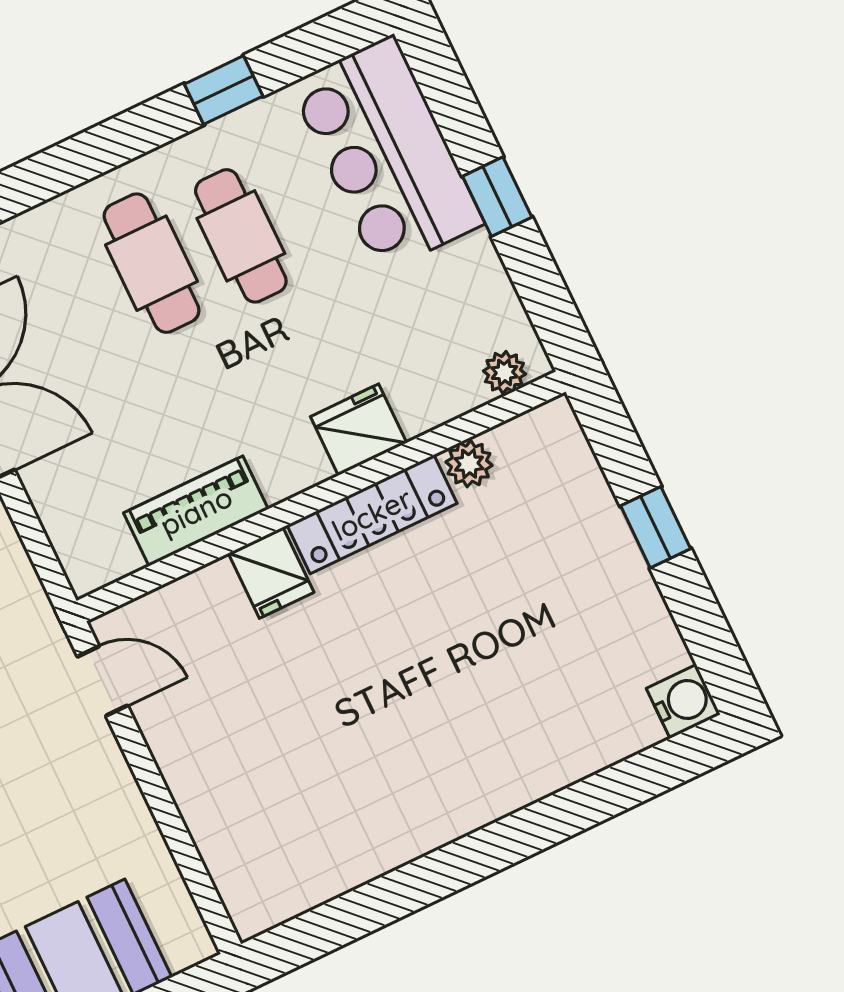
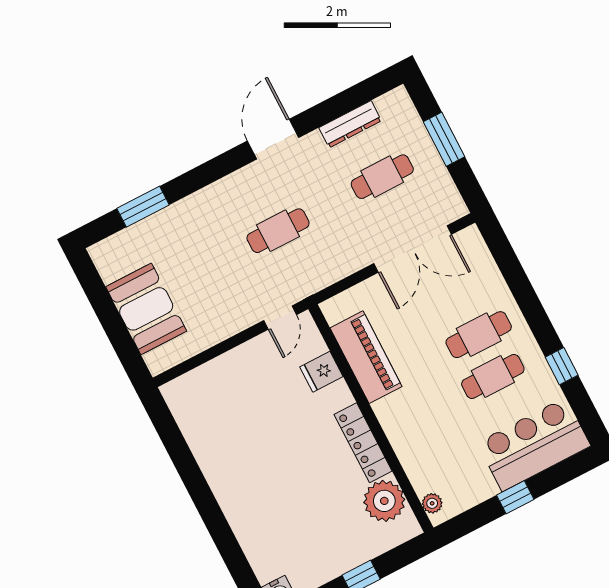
fridge: (359, 430) -> (403, 435), removed
plant: (469, 464) -> (384, 501), width x1.87, depth x1.87
piano: (196, 511) -> (366, 357), width x1.37, depth x1.33
fridge: (271, 573) -> (321, 372), moved

